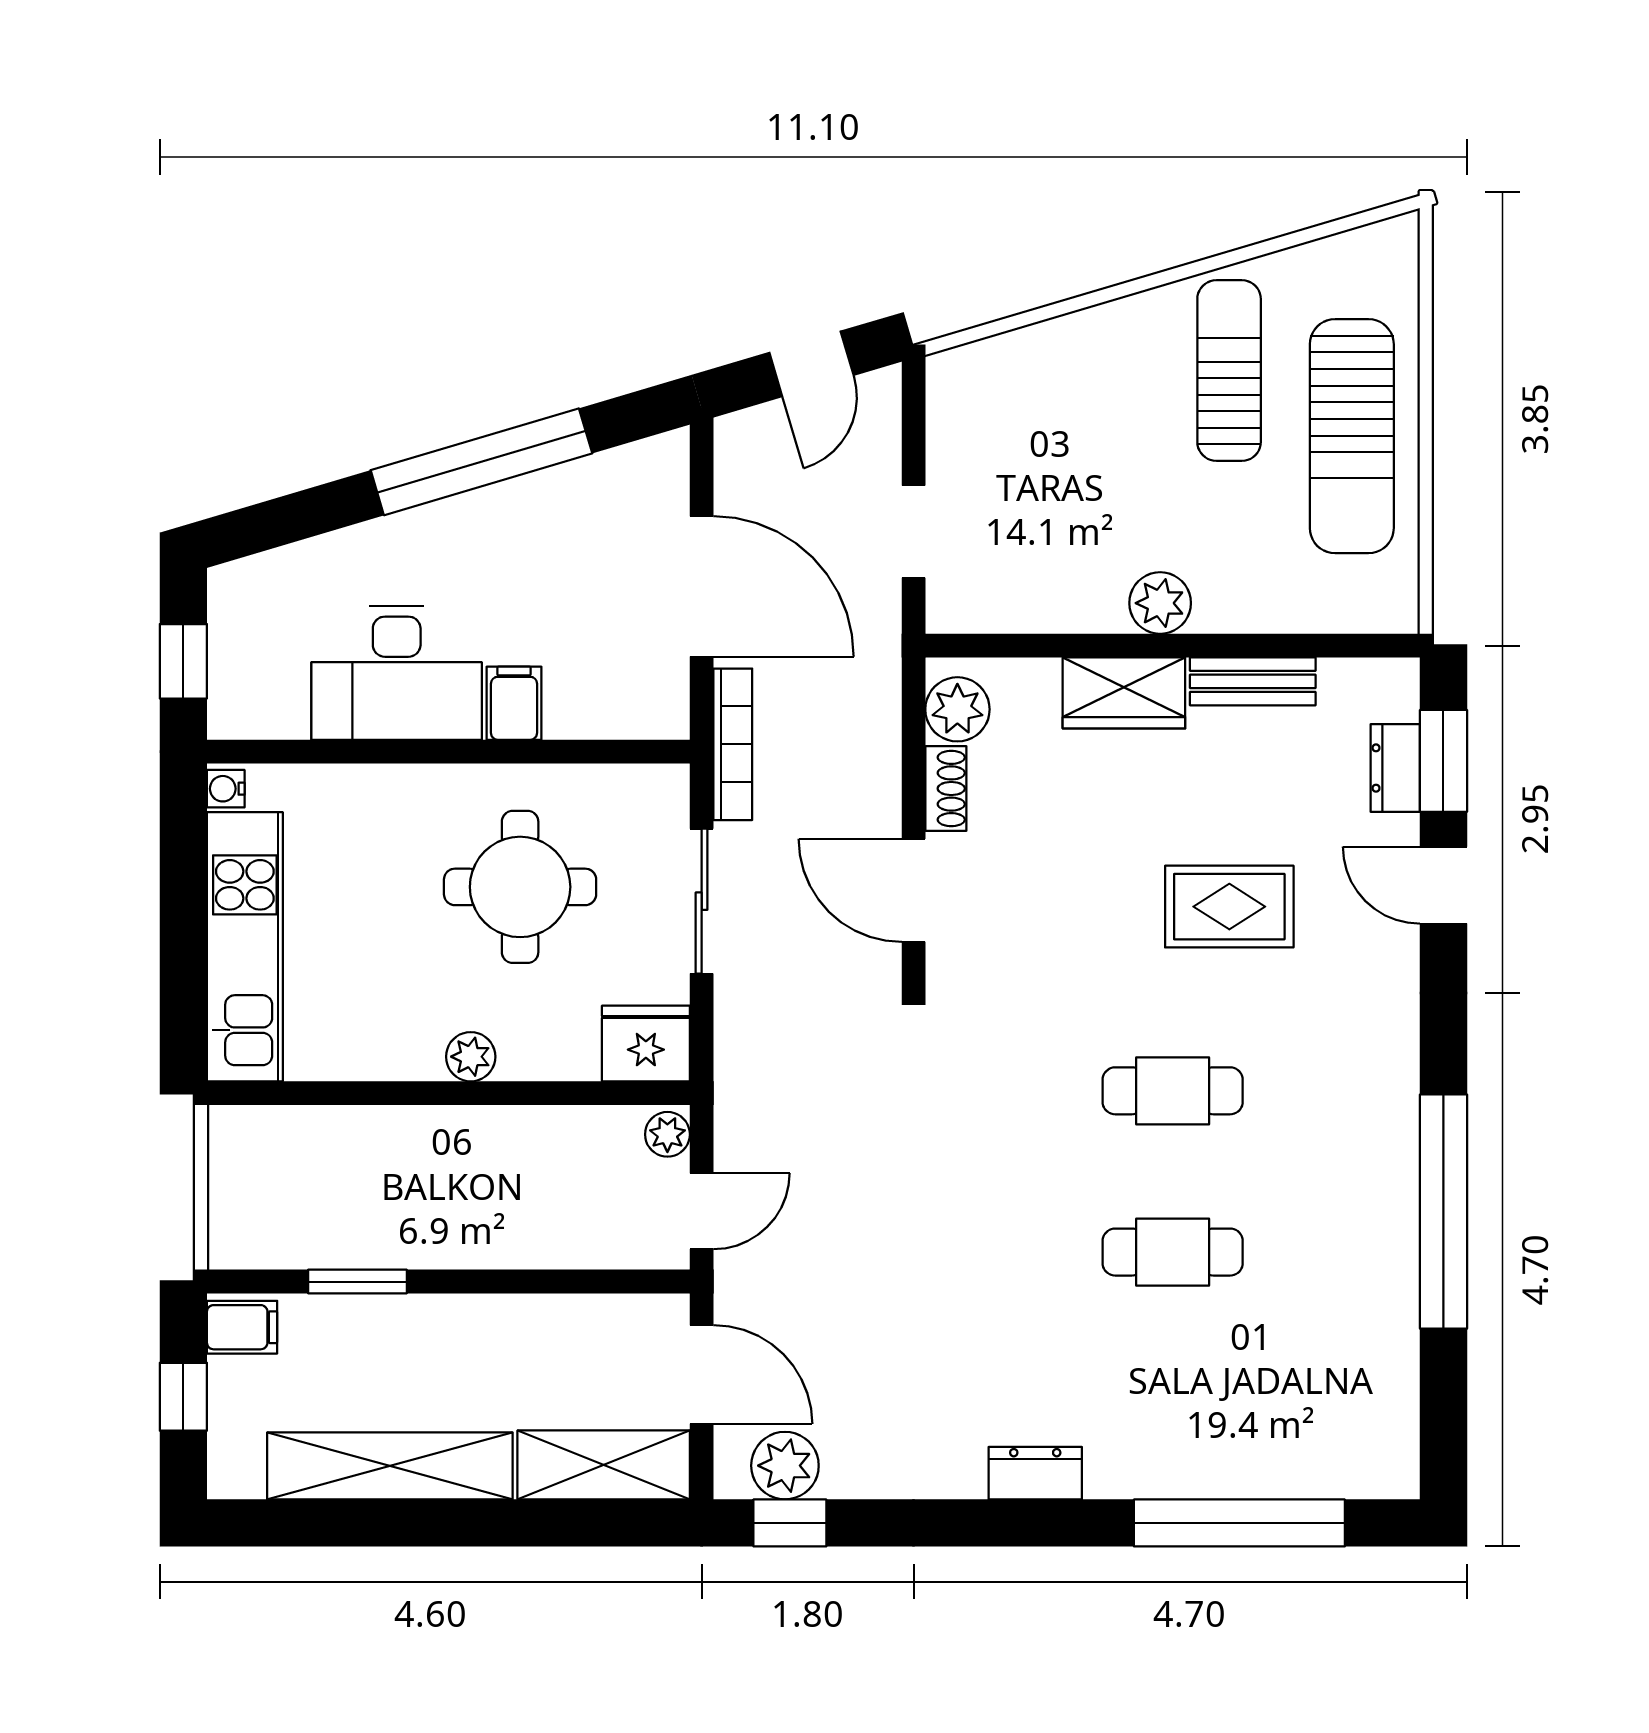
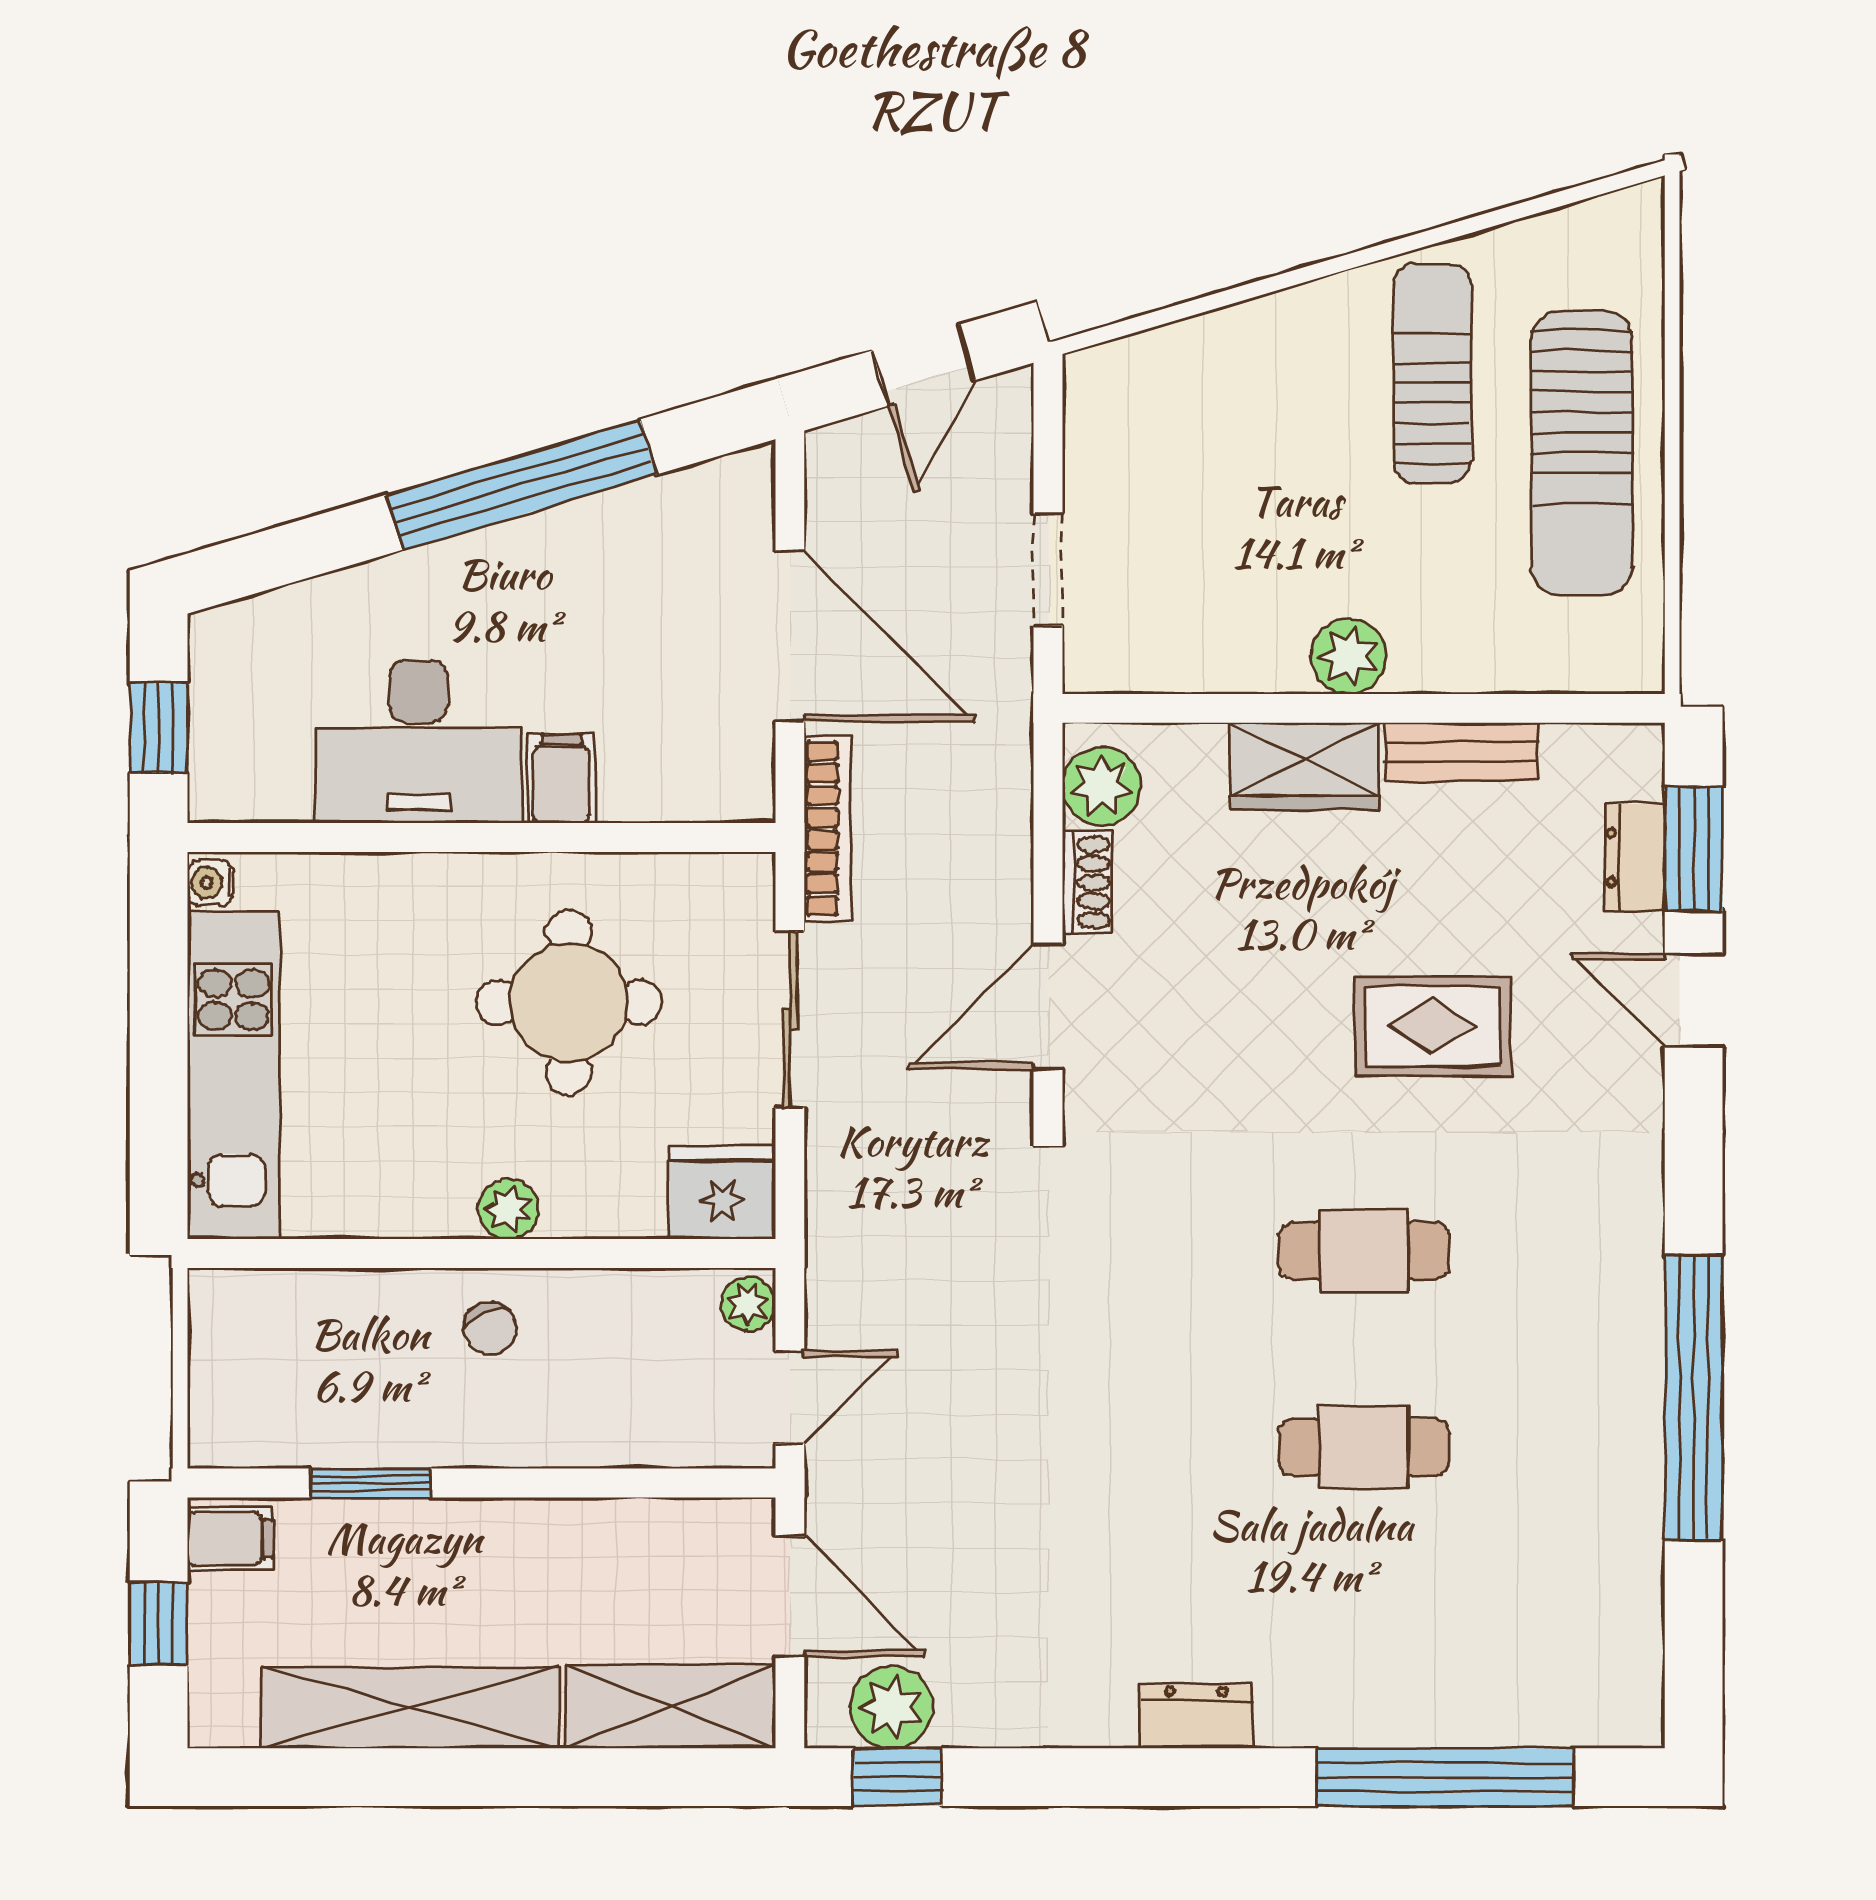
door: (914, 890) -> (1048, 1007), hinge flipped
chair: (456, 1155) -> (491, 1328), added

